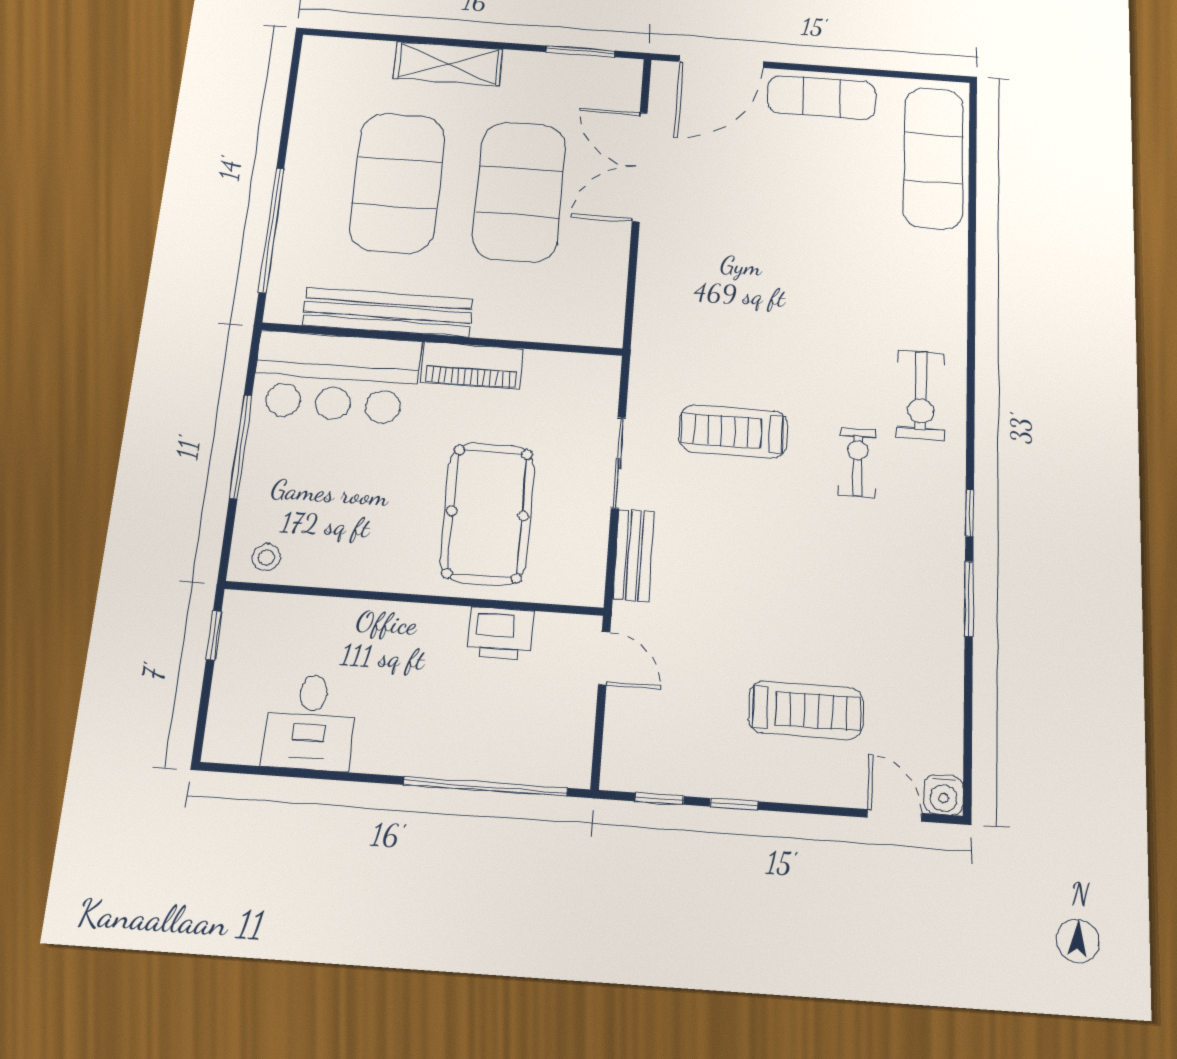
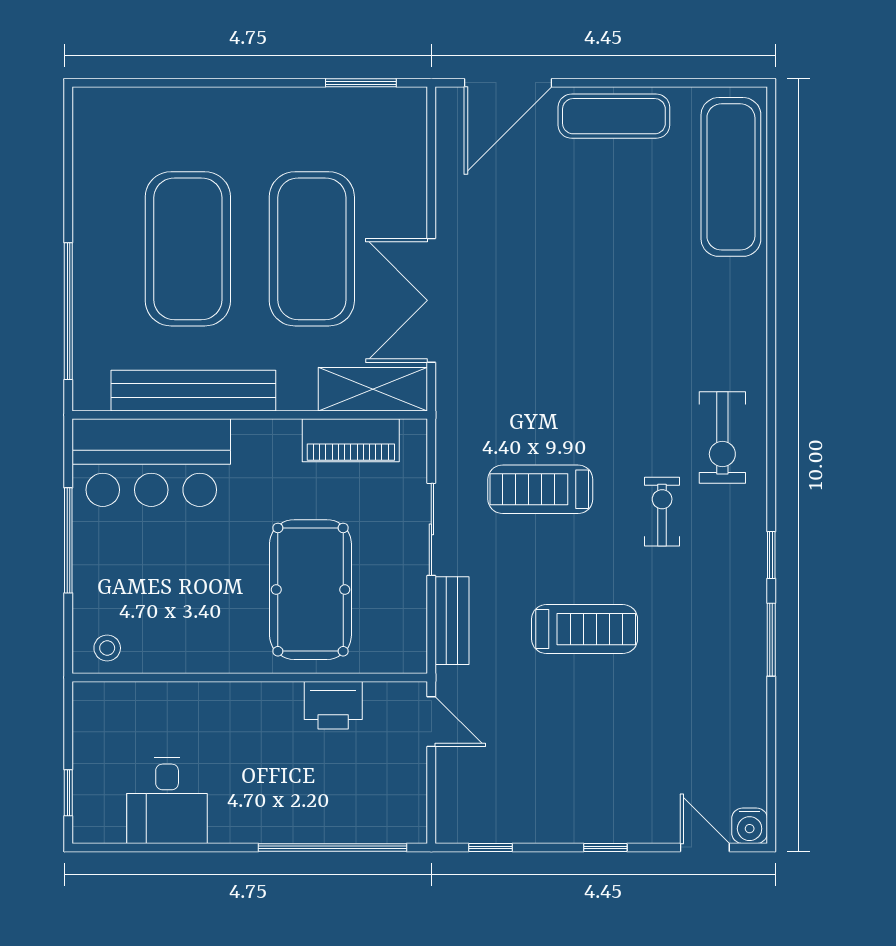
shelving: (448, 64) -> (373, 389), moved
double door: (640, 167) -> (431, 300), moved
piano: (472, 366) -> (351, 440), moved
window: (214, 635) -> (68, 793), moved
treadmill: (806, 710) -> (585, 629), moved
window: (734, 804) -> (605, 847), moved

